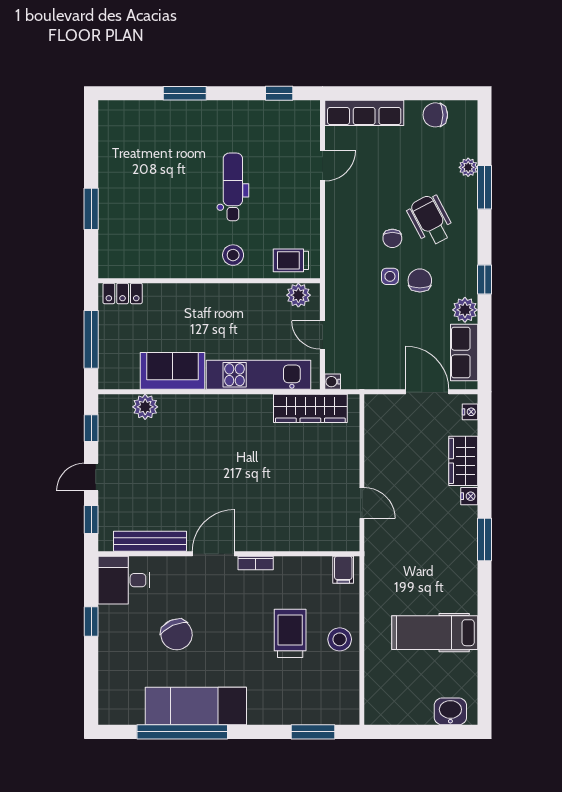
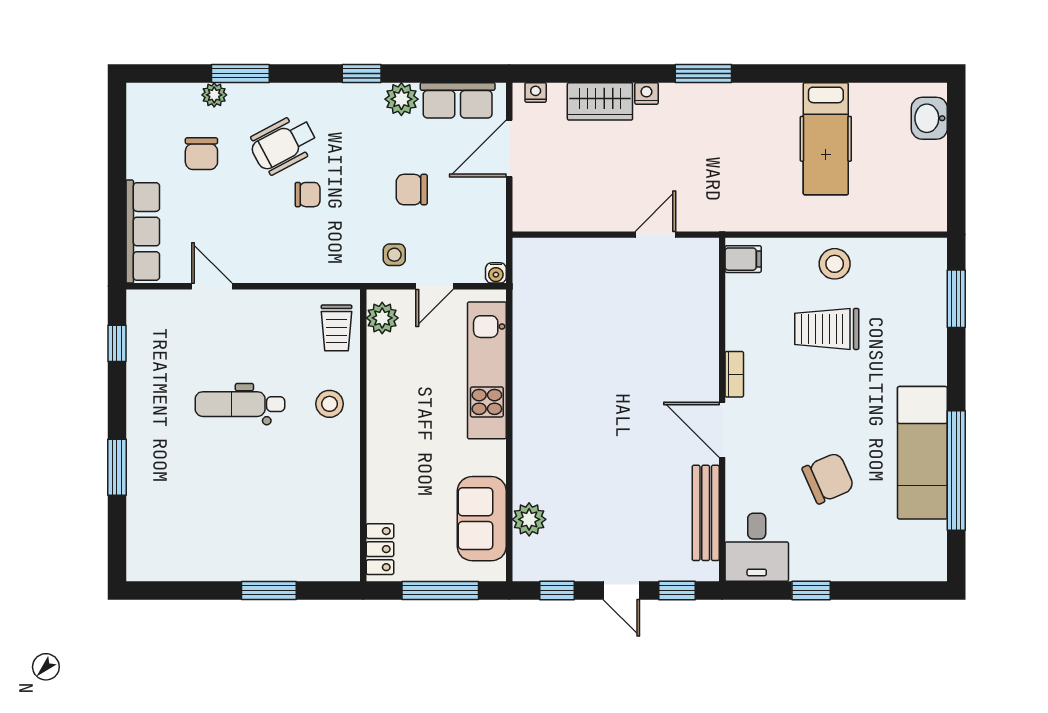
chair: (435, 115) -> (201, 154), moved
side table: (390, 276) -> (394, 255), moved
chair: (420, 280) -> (412, 190), moved
sofa: (172, 371) -> (482, 519), moved
wardrobe: (310, 408) -> (531, 302), removed

